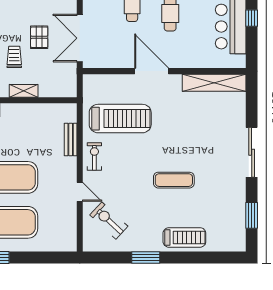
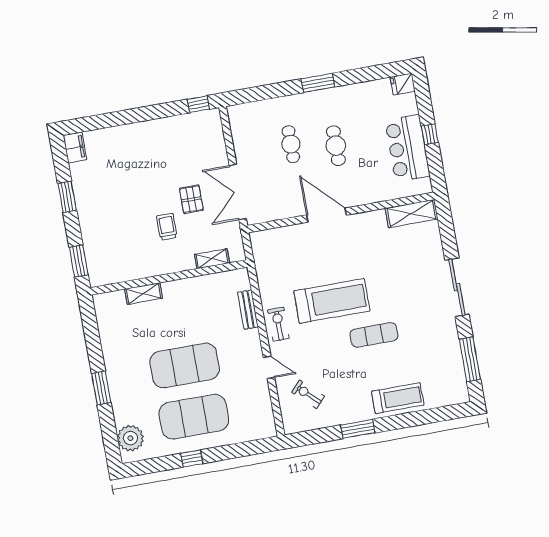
shelving: (214, 83) -> (412, 214), width x0.68
shelving: (24, 91) -> (212, 259), moved
treadmill: (120, 119) -> (332, 301), moved
window: (252, 215) -> (470, 359), width x1.44
exercise bike: (109, 221) -> (308, 394), width x0.73, depth x0.72

